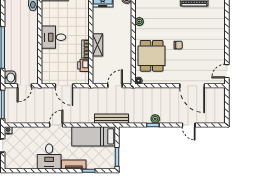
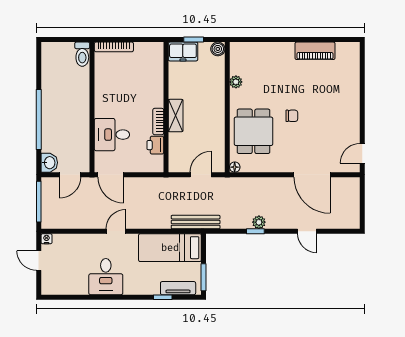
desk: (53, 37) -> (112, 135), moved
door: (64, 86) -> (111, 175), moved
tv unit: (74, 164) -> (178, 288), moved

